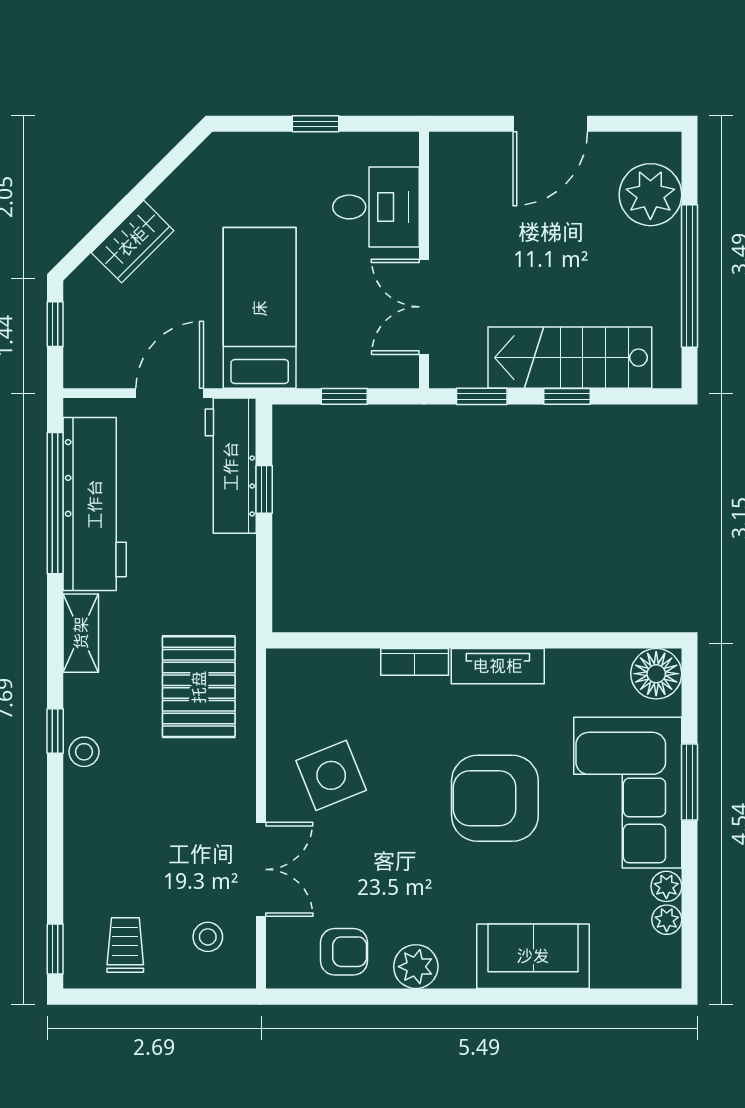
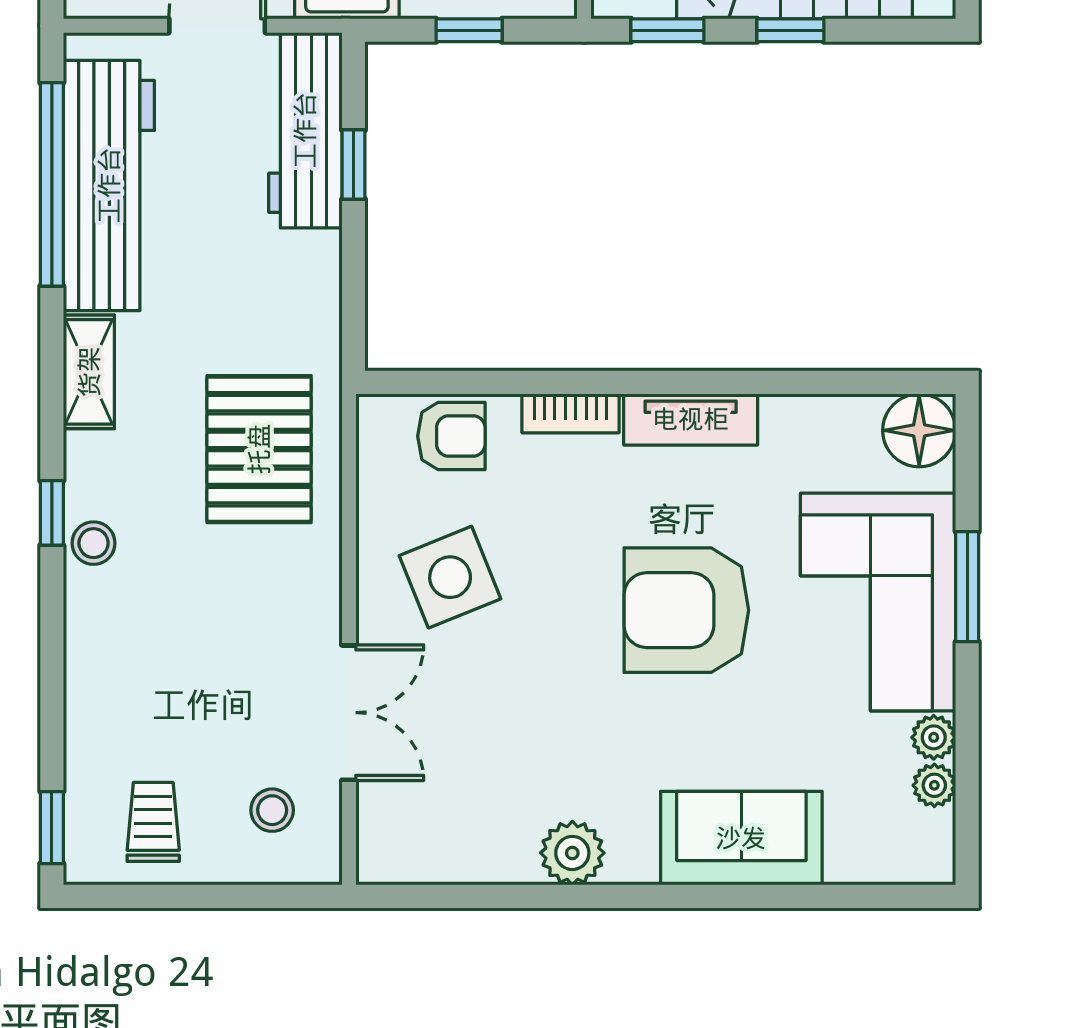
armchair: (344, 952) -> (451, 436), moved

